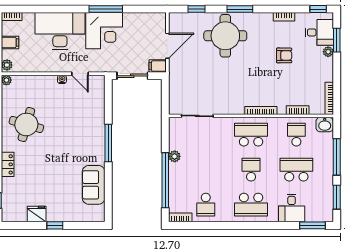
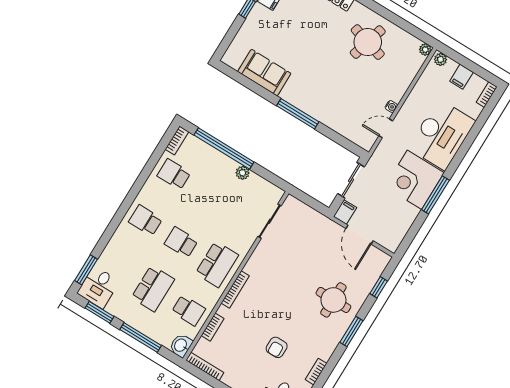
round table: (225, 36) -> (333, 300), width x0.73, depth x0.73
school desk: (251, 170) -> (181, 242), turned 180
school desk: (251, 205) -> (146, 220), width x0.54
desk: (292, 208) -> (98, 287), moved, turned -90

